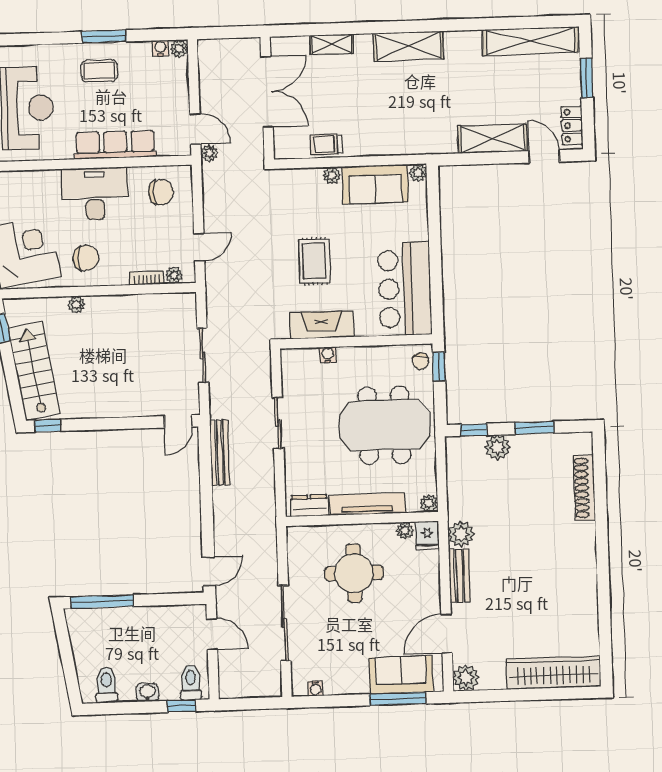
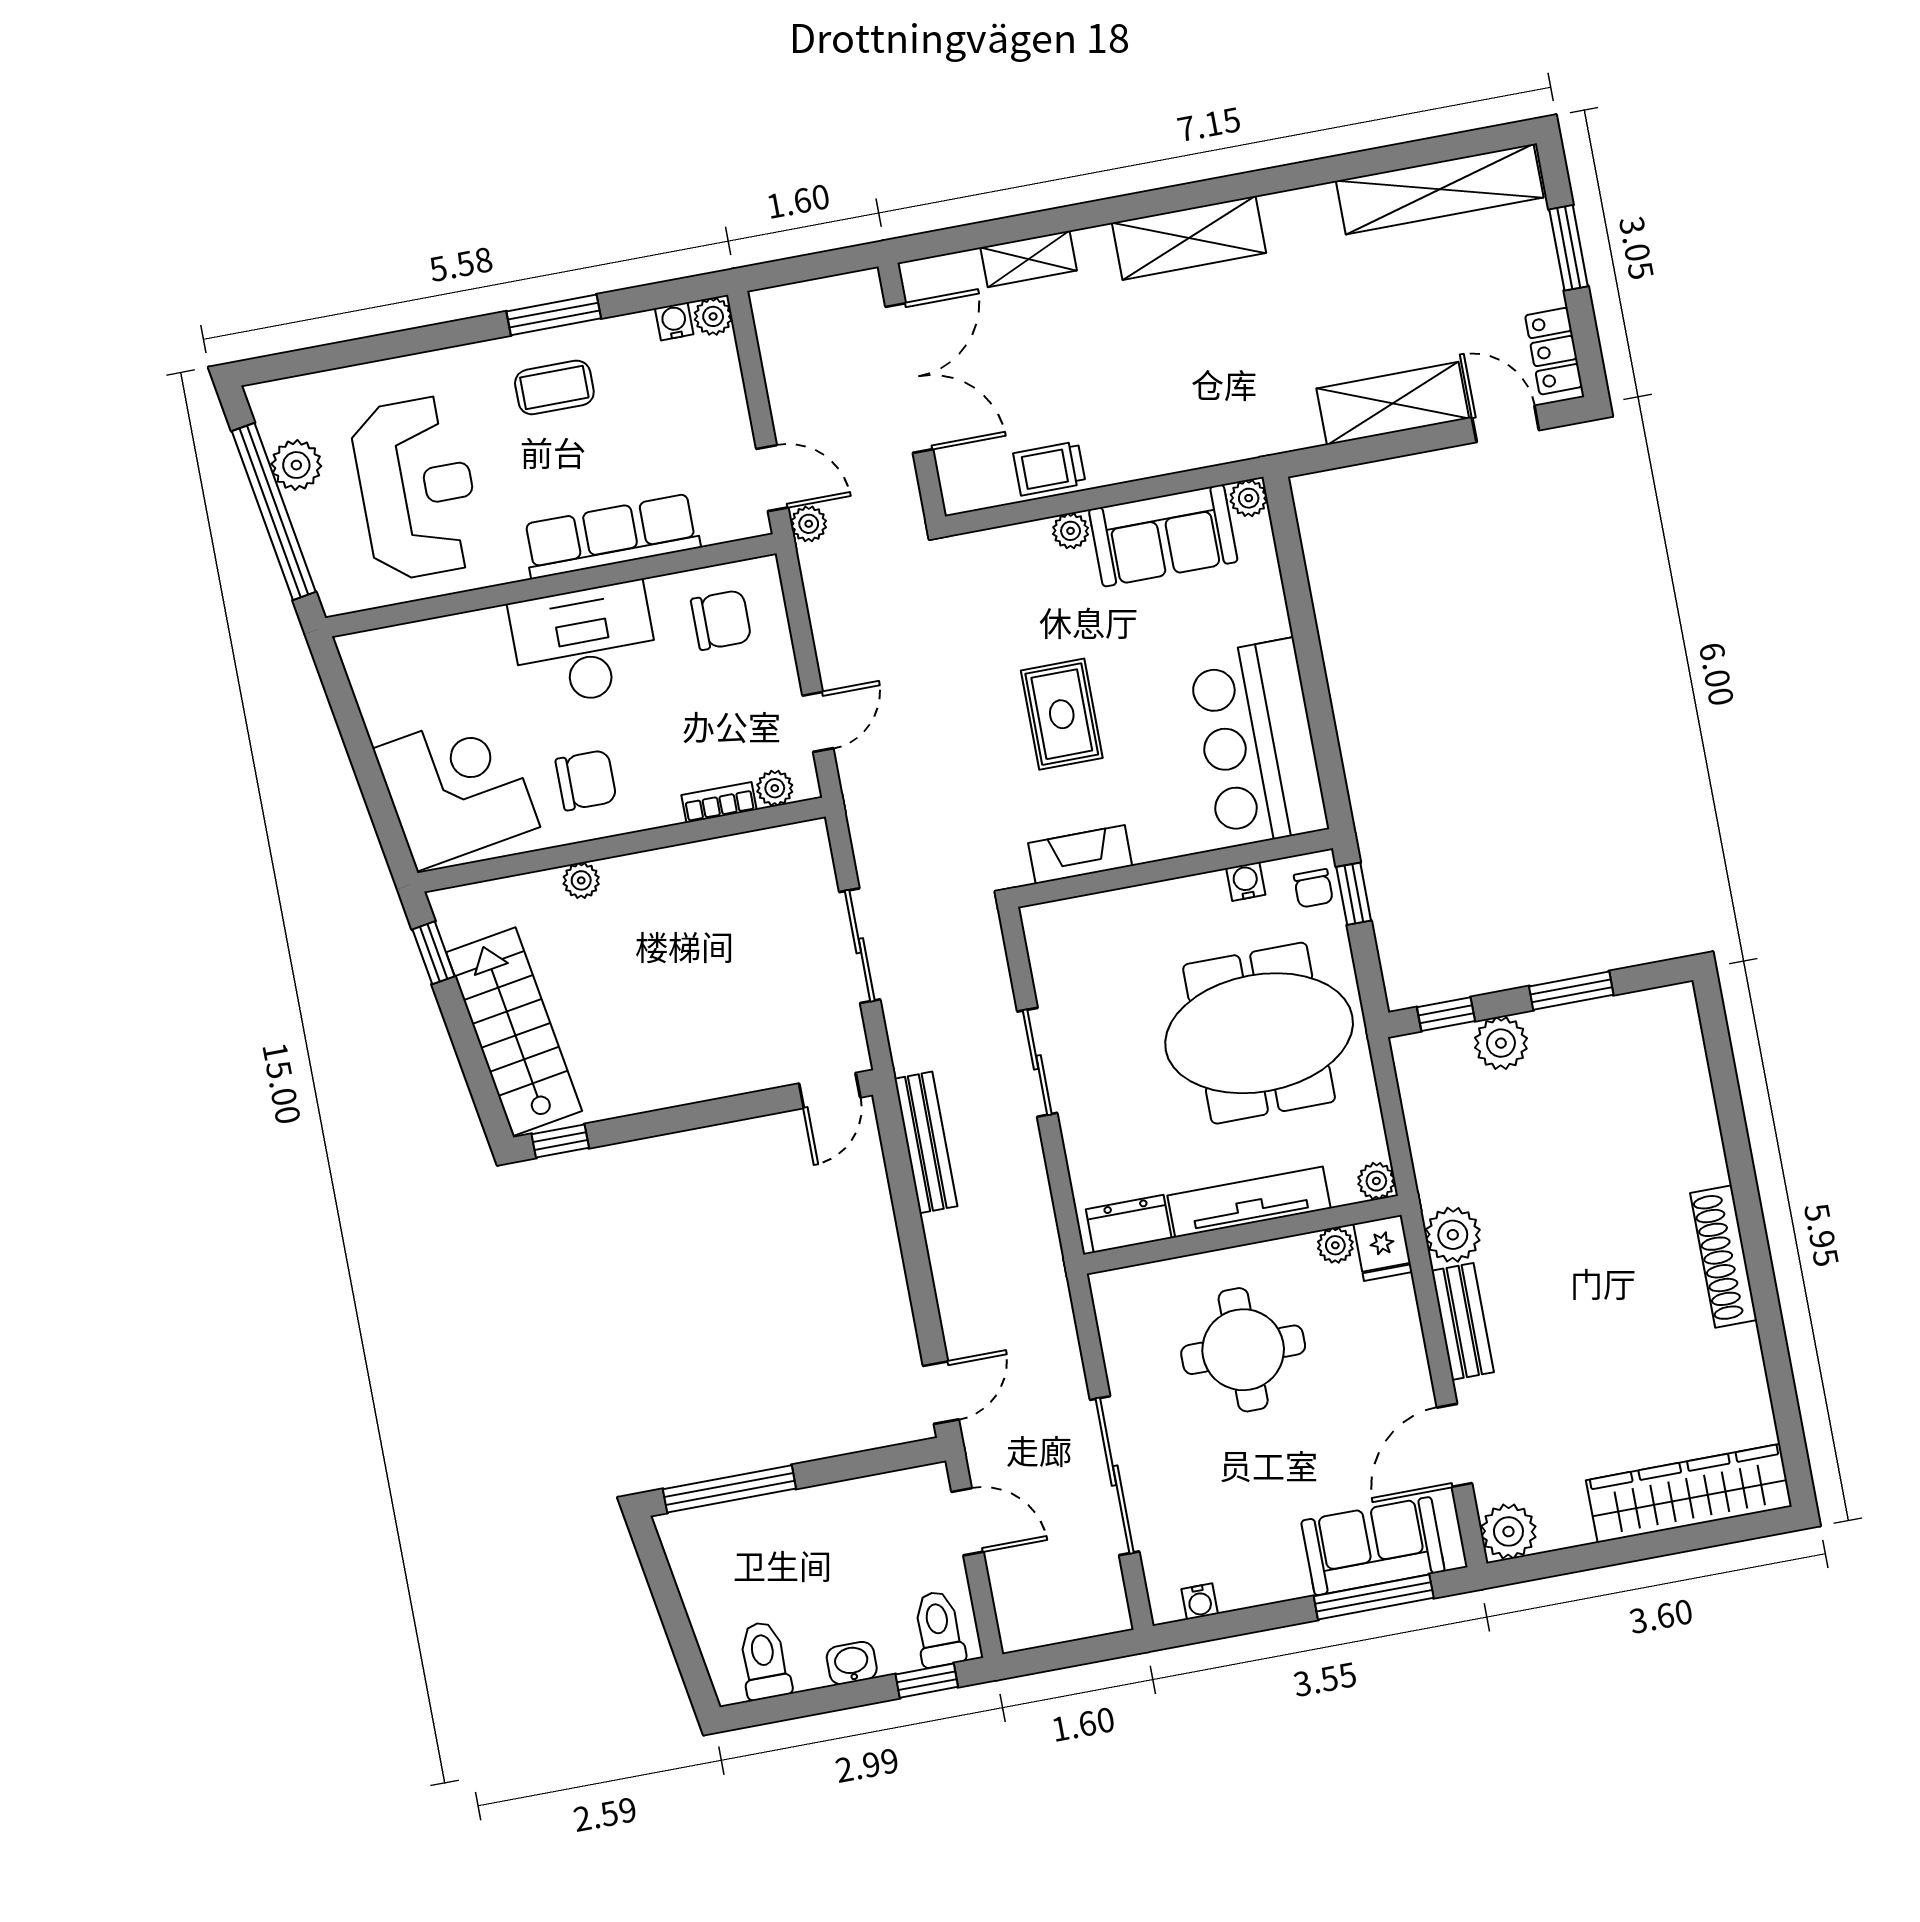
fireplace: (322, 325) -> (1080, 854), width x0.73, depth x0.76
water cooler: (328, 355) -> (1246, 881), moved
shoe rack: (584, 488) -> (1724, 1256), moved

